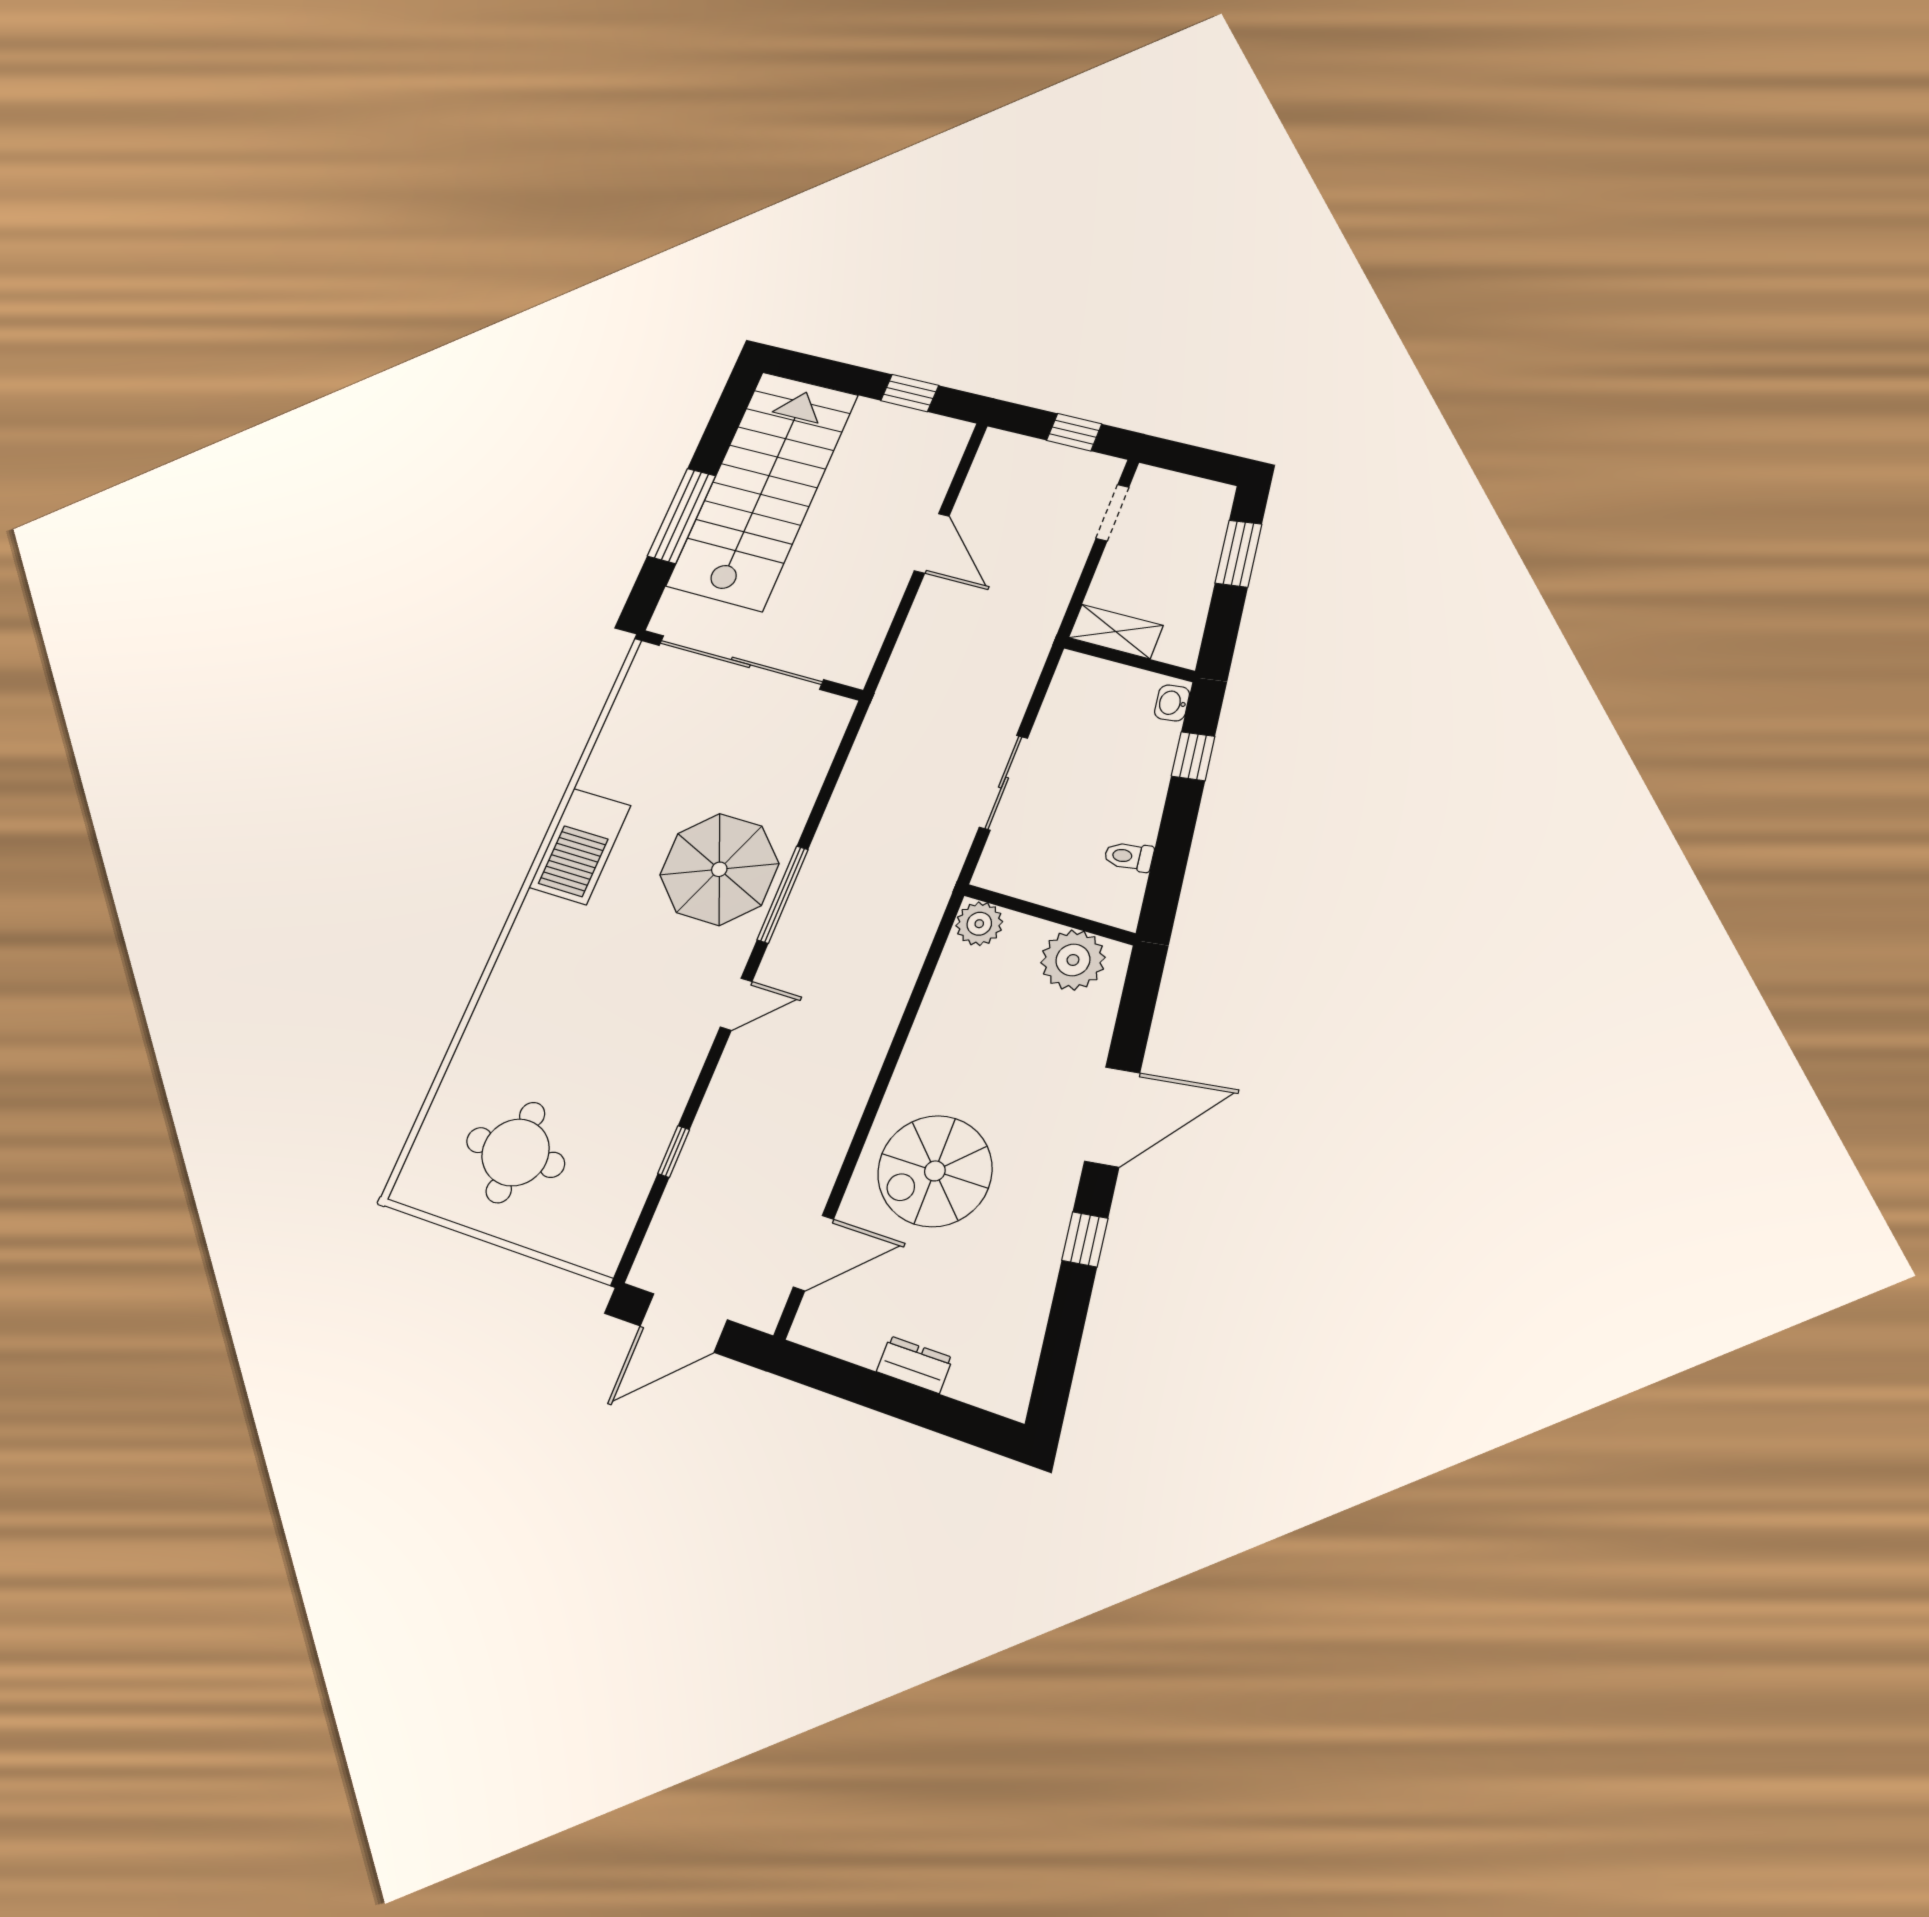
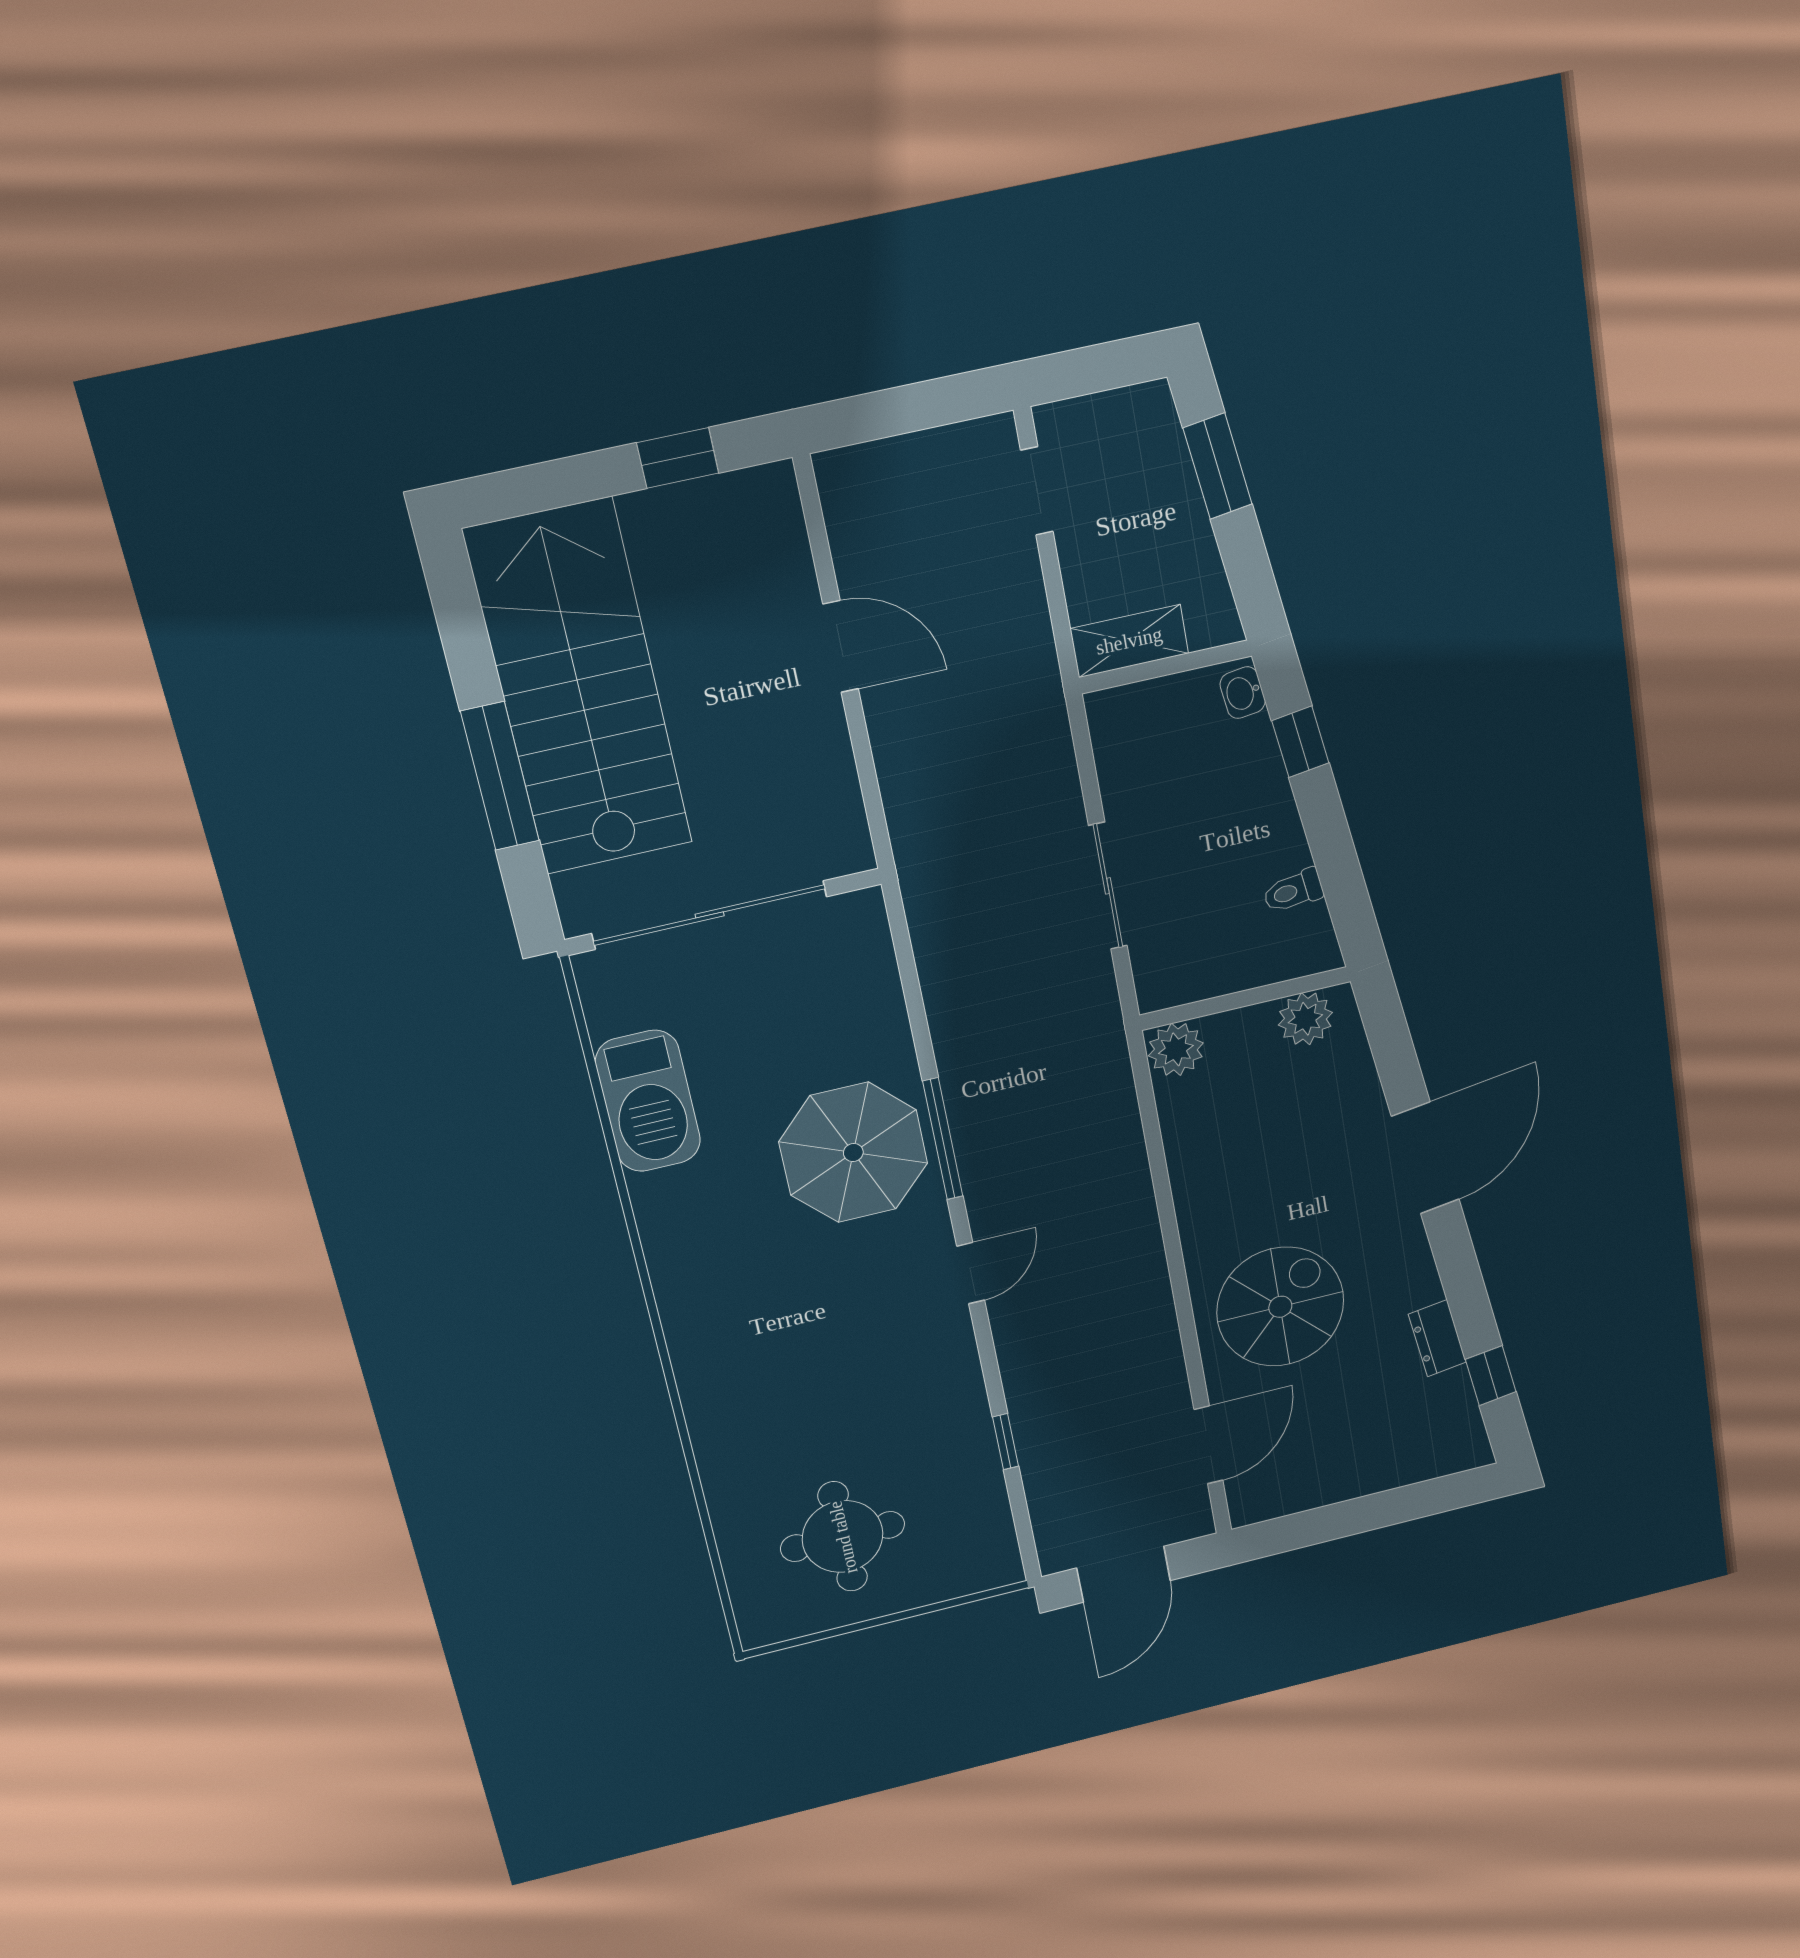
window: (1074, 432) -> (924, 405), removed
barbecue: (580, 846) -> (648, 1101), moved
plant: (1073, 960) -> (1305, 1019), width x0.73, depth x0.73
spiral stairs: (935, 1171) -> (1280, 1307), turned 180
window: (1085, 1239) -> (1491, 1376), moved
dresser: (915, 1365) -> (1437, 1338), moved, turned -98

